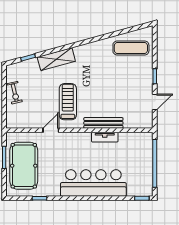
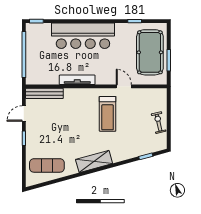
shelving: (56, 59) -> (94, 161), moved
bench: (103, 123) -> (44, 93), moved
door: (51, 130) -> (124, 86), swing flipped
tv unit: (105, 137) -> (77, 80), width x1.41

